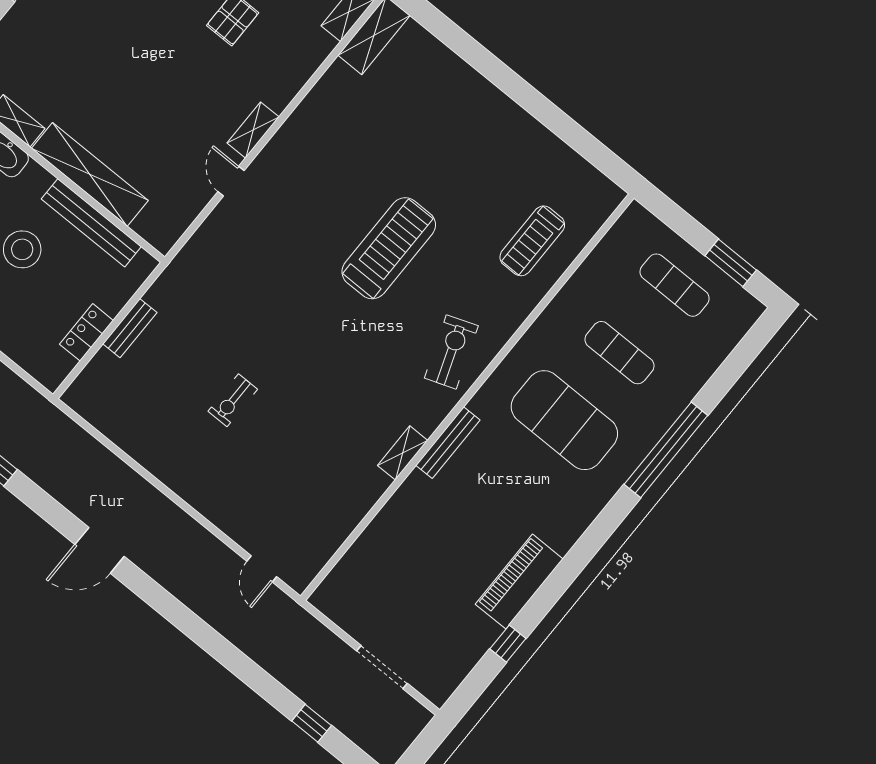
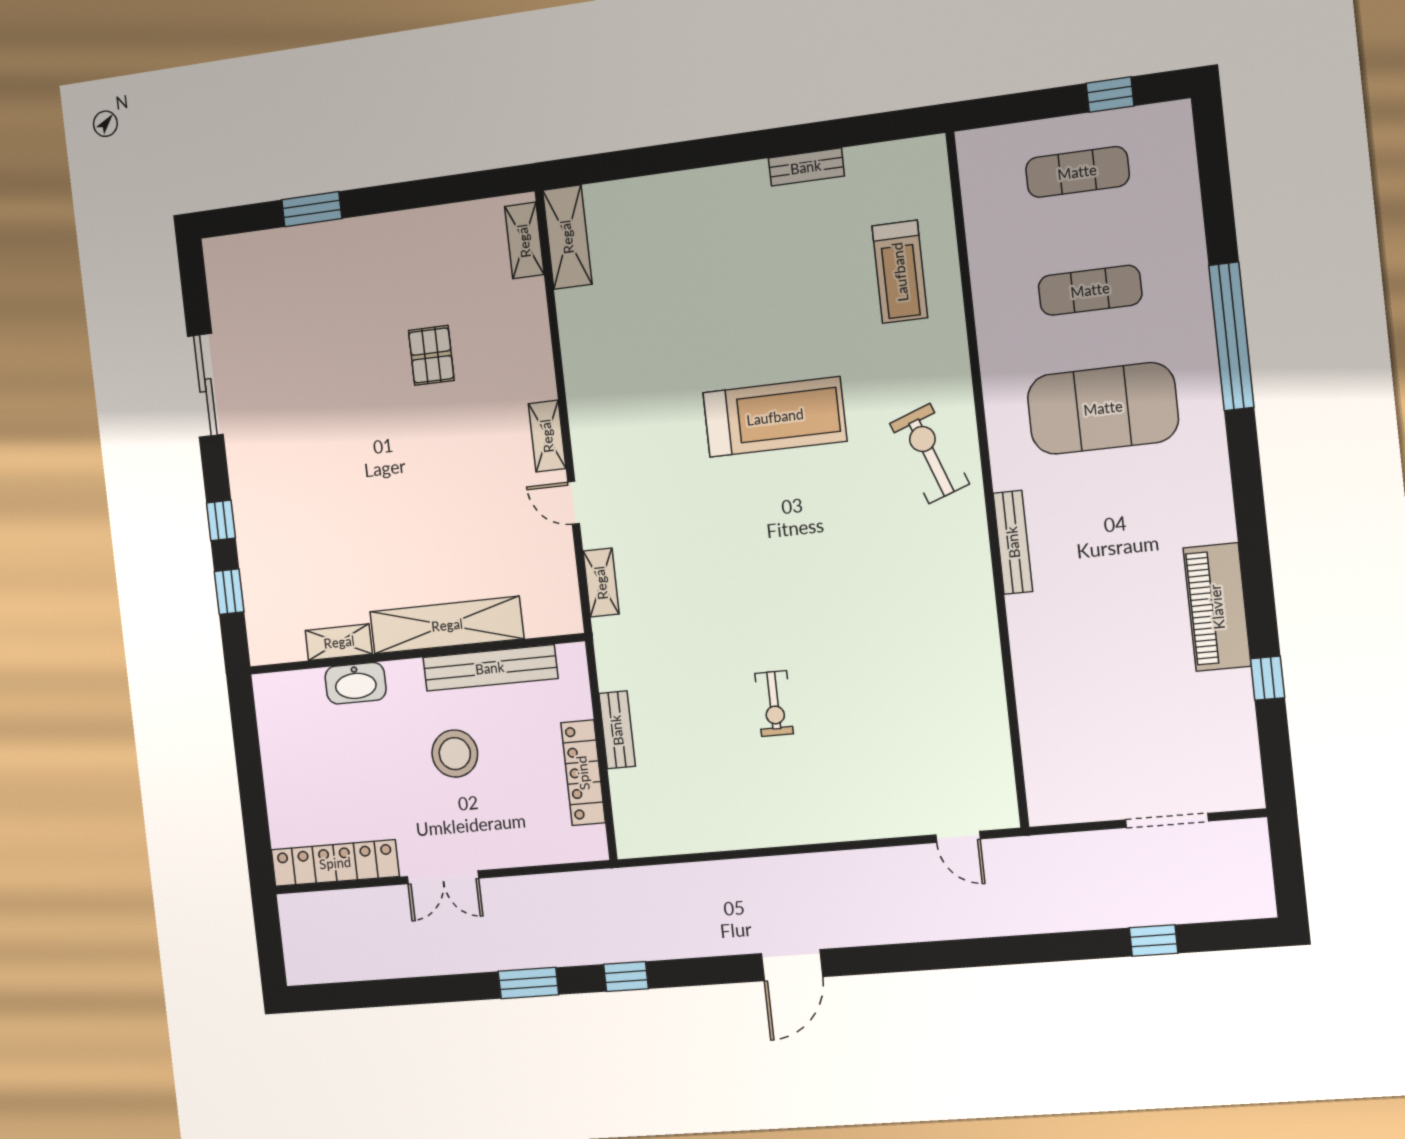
bench: (539, 135) -> (806, 167), added
treadmill: (389, 248) -> (775, 417), turned 90
window: (731, 263) -> (1110, 95), width x0.67
locker: (86, 332) -> (583, 773), width x1.53
shelving: (403, 453) -> (601, 583), moved

